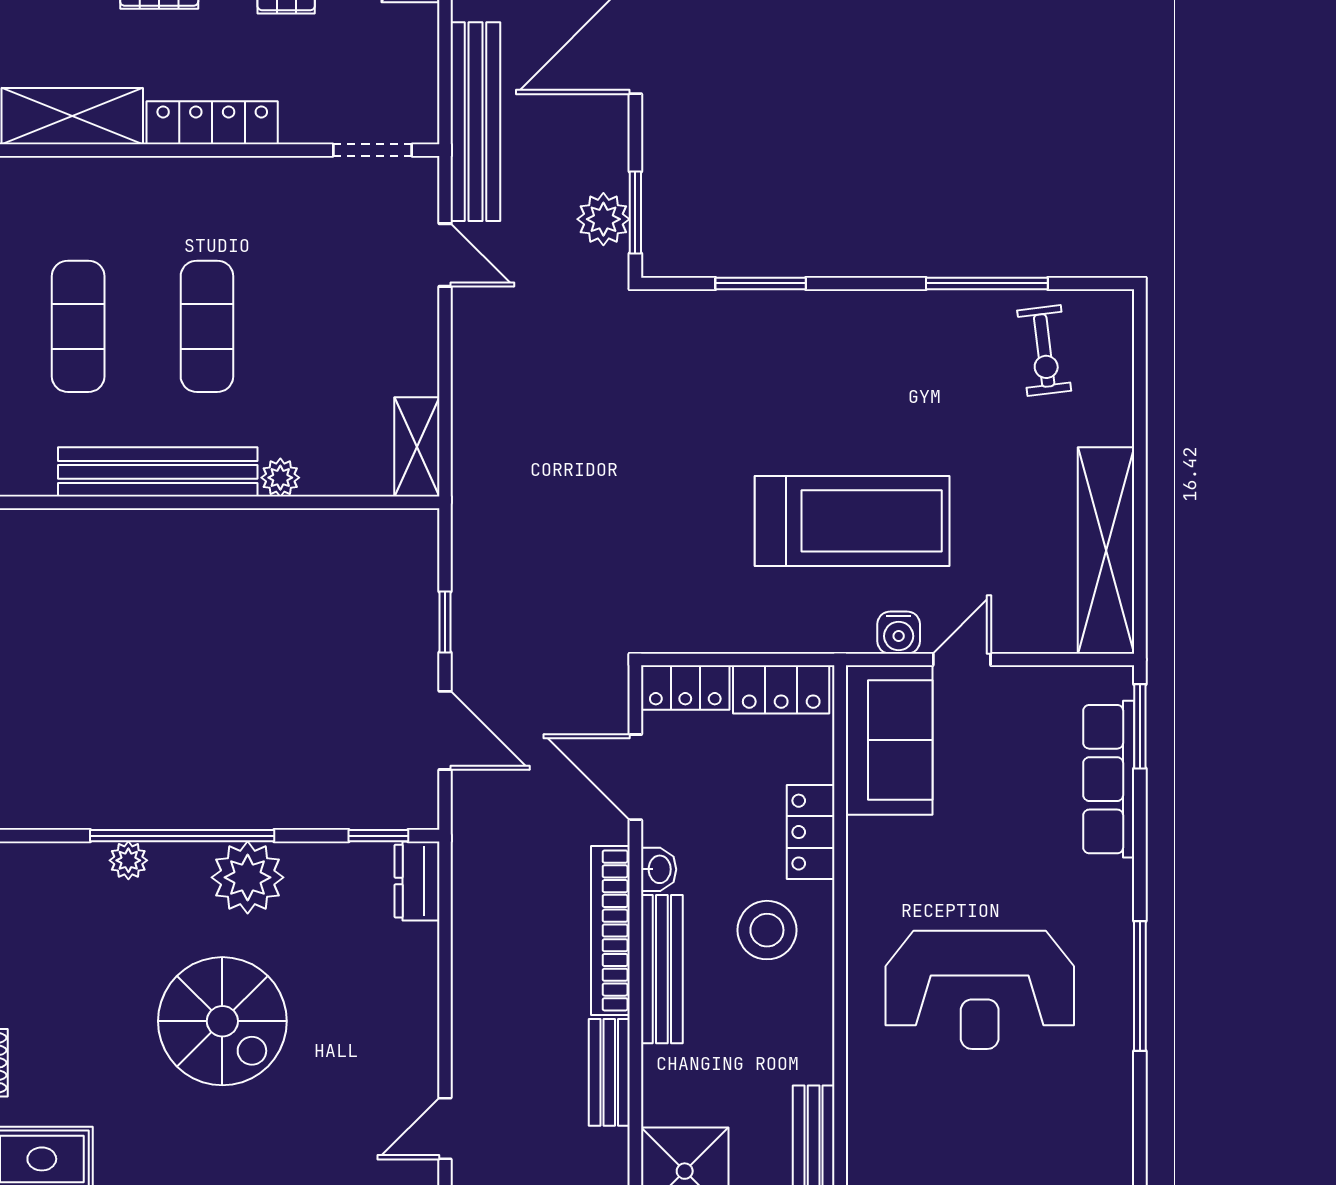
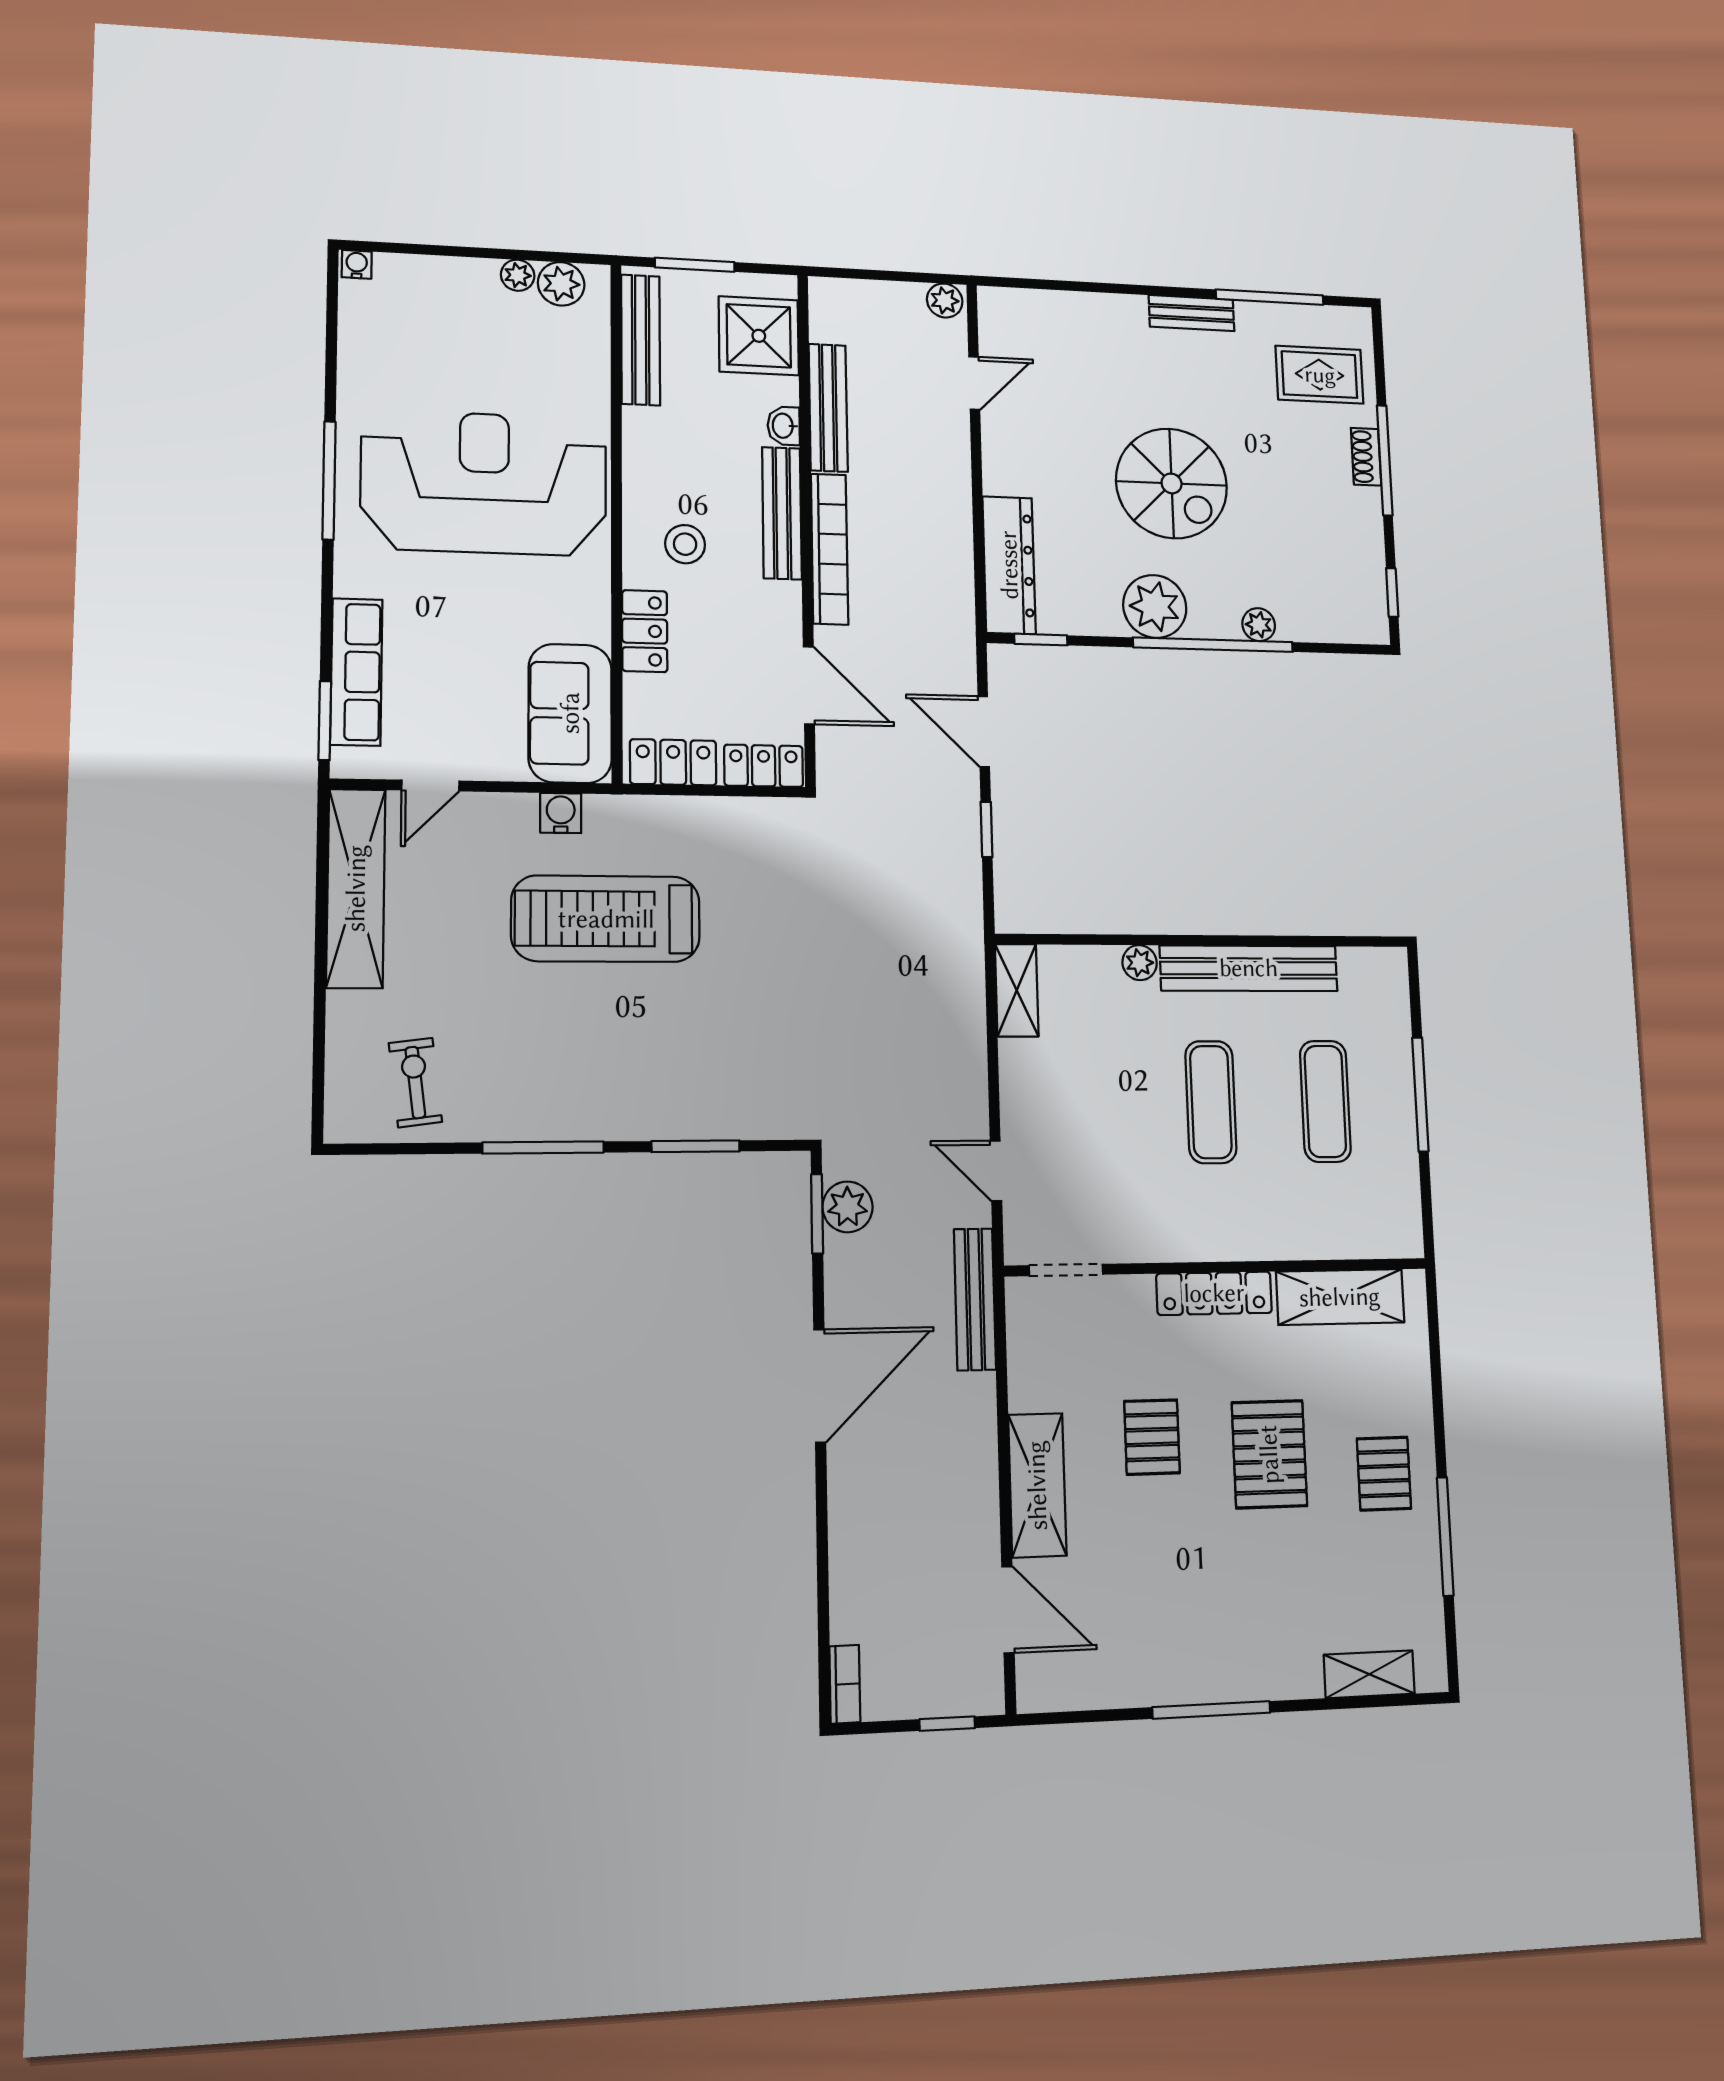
bench: (475, 122) -> (975, 1299), width x0.73, depth x0.82
window: (987, 283) -> (543, 1148), moved
door: (962, 660) -> (430, 786), moved
washbasin: (659, 869) -> (784, 426), moved
dresser: (417, 881) -> (1009, 565), width x1.96, depth x1.24
stool: (767, 930) -> (685, 544), width x0.73, depth x0.73
reception desk: (980, 990) -> (484, 483), width x1.36, depth x1.30
spiral stairs: (222, 1021) -> (1172, 483), turned 180
bench: (609, 1072) -> (828, 408), width x1.36

